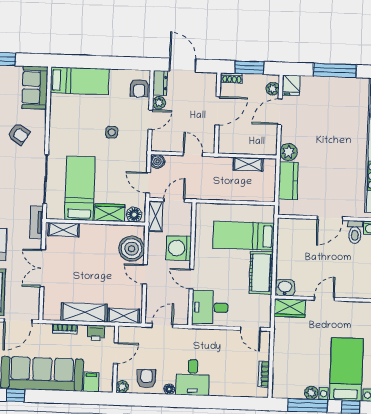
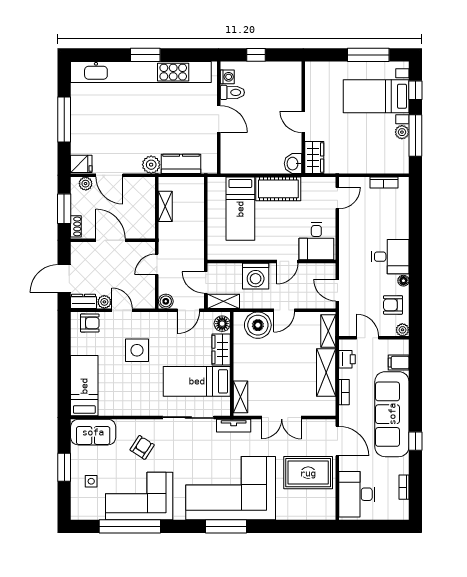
side table: (112, 132) -> (137, 350), width x1.87, depth x1.87

